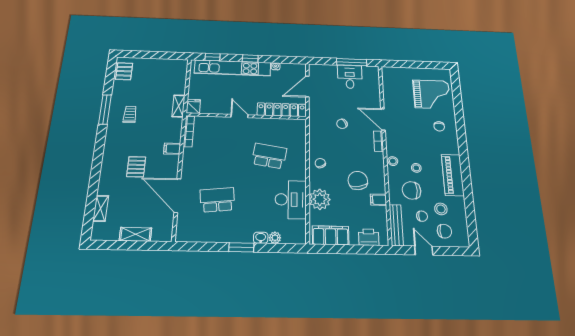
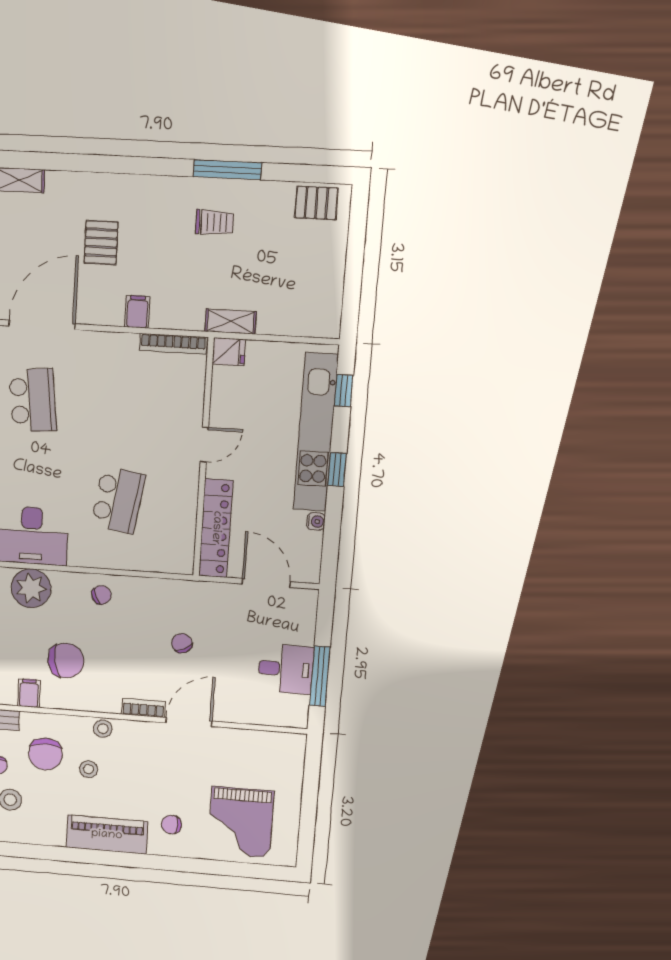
pallet: (136, 167) -> (101, 243), turned 90
piano: (453, 175) -> (107, 835), moved
chair: (412, 190) -> (45, 754), turned 180

